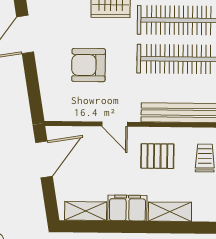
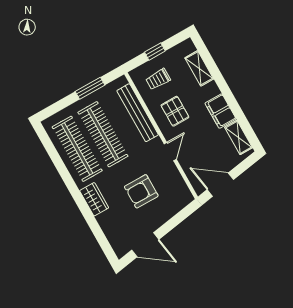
armchair: (89, 65) -> (141, 191), turned 90
shelving: (170, 212) -> (199, 68), moved

